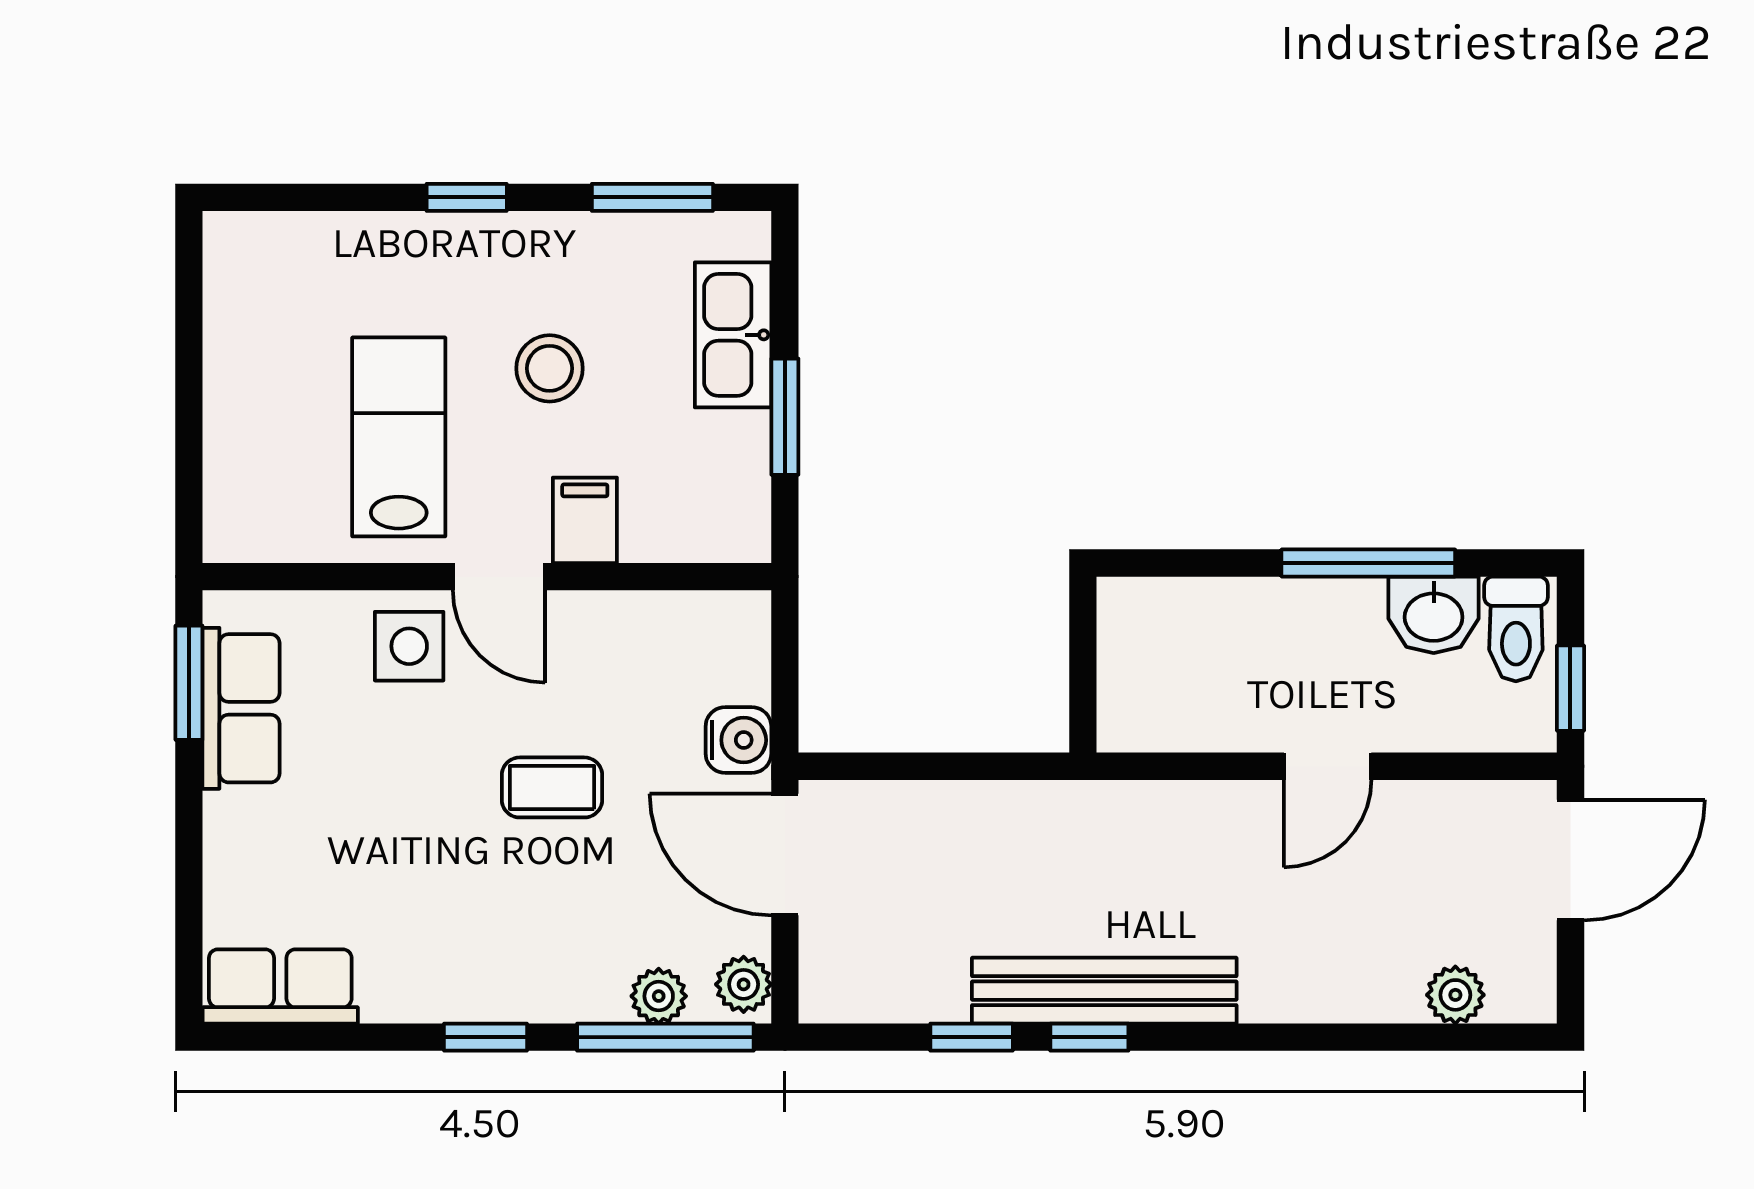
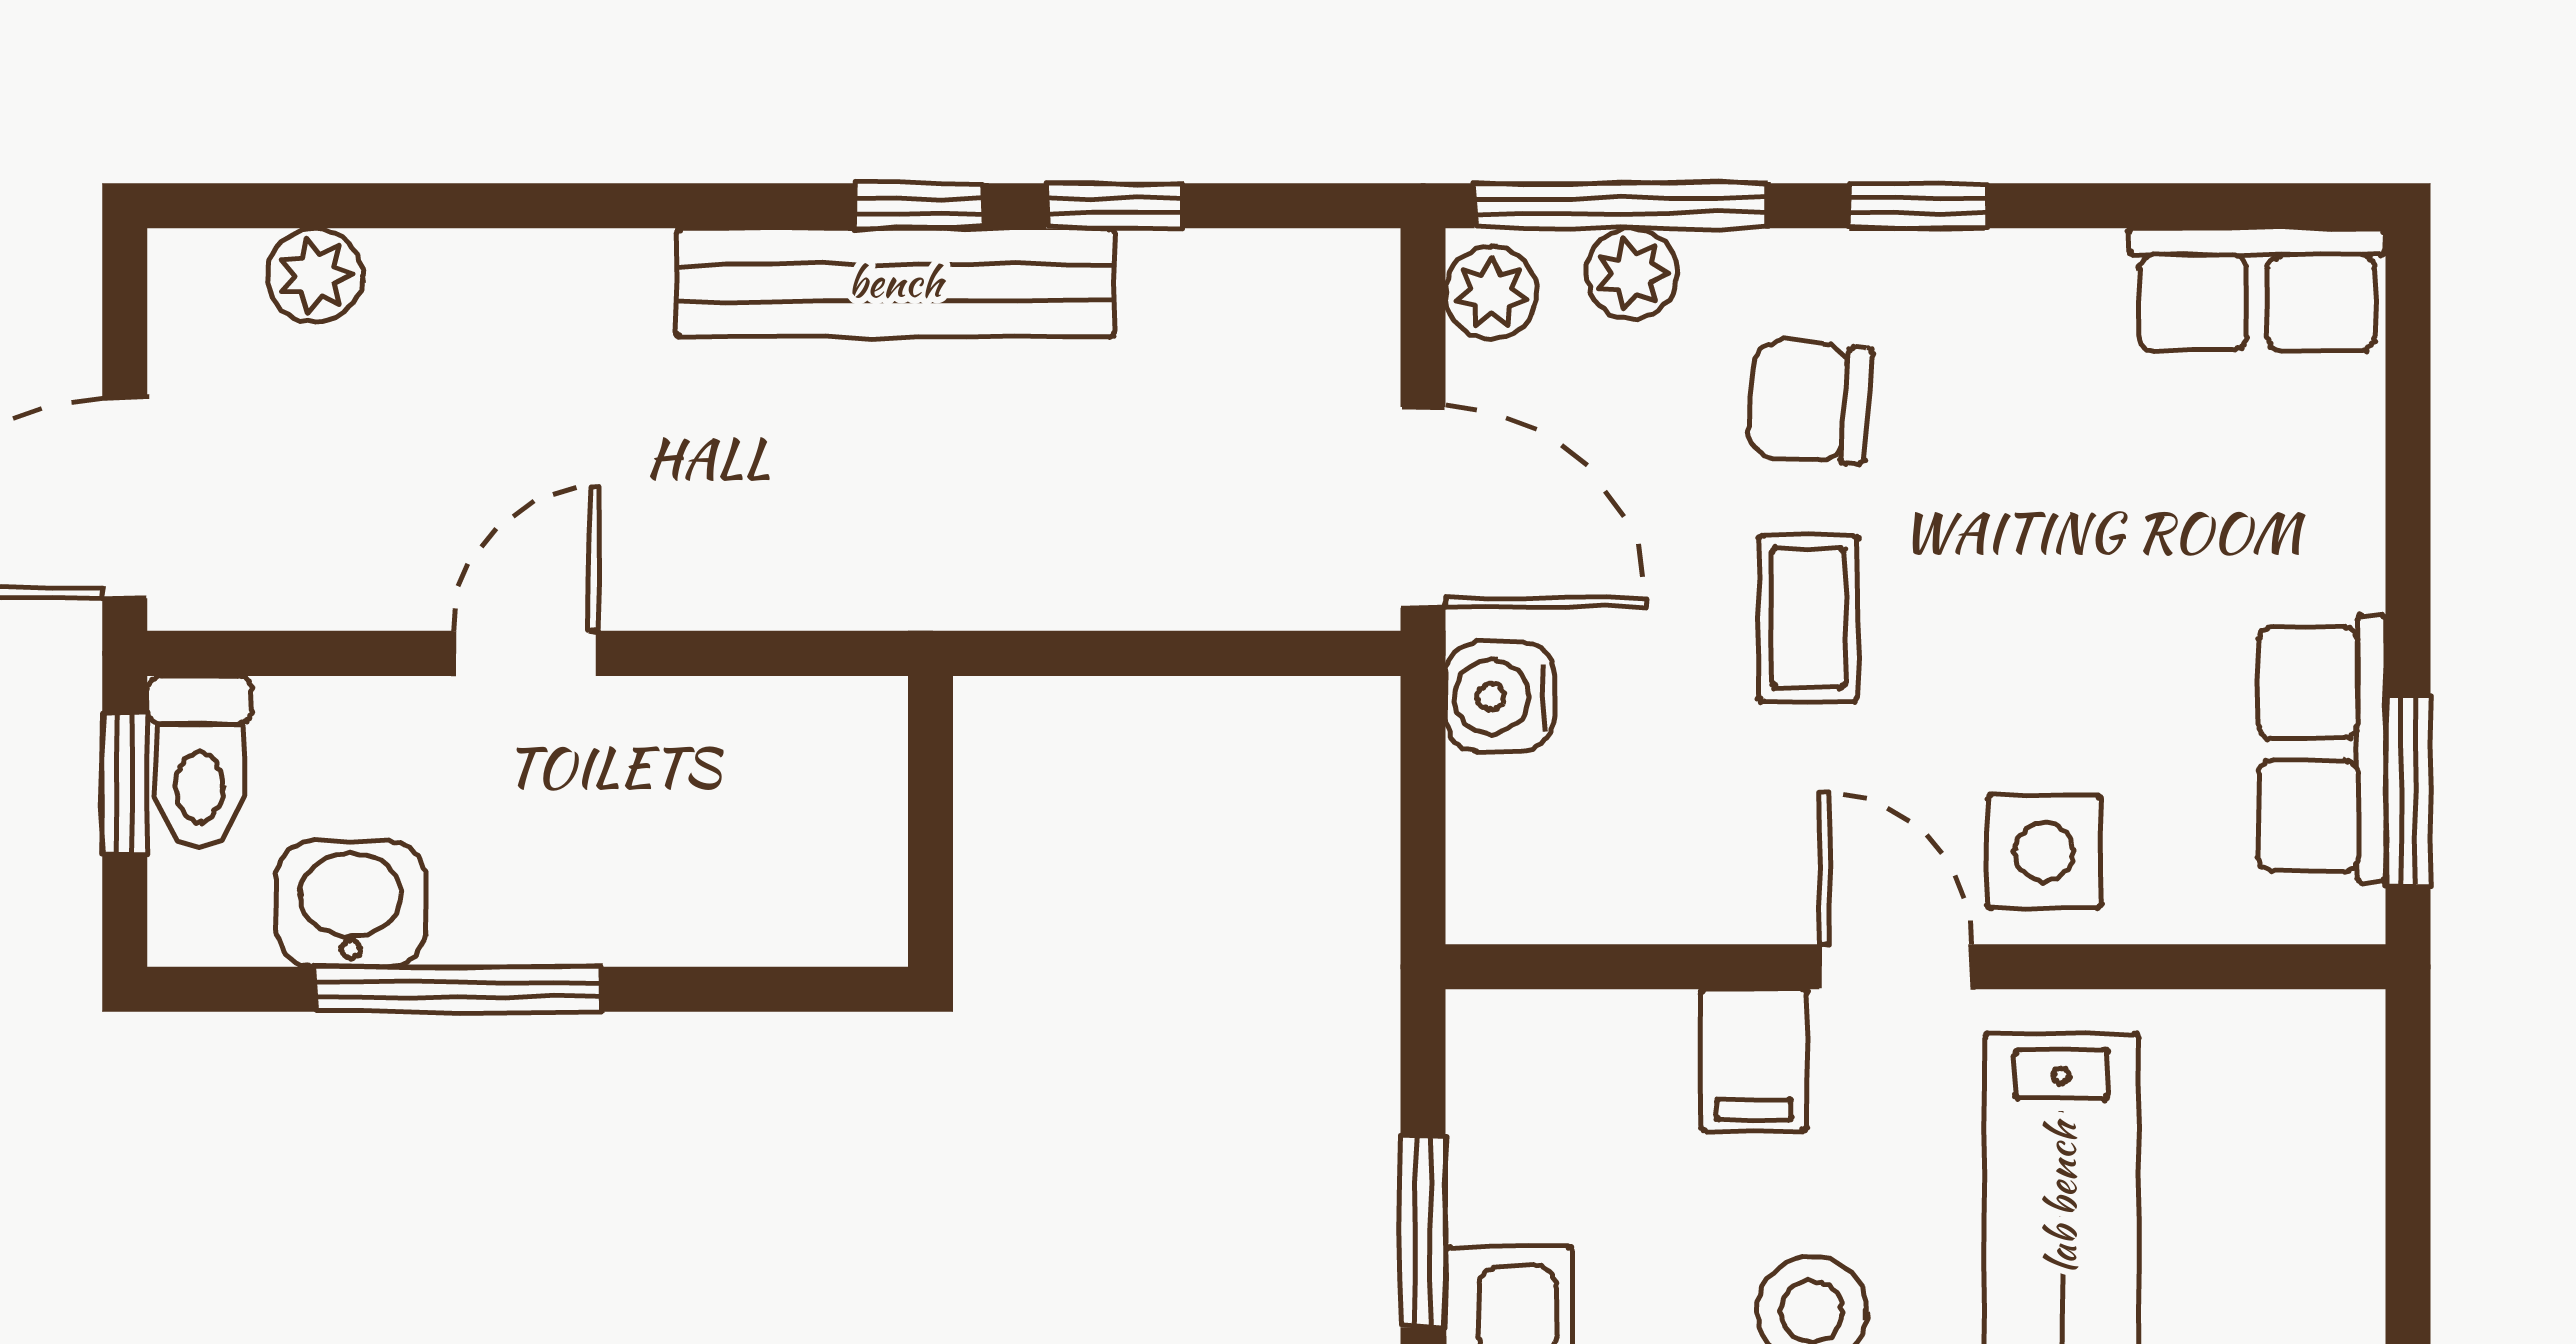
toilet: (1516, 629) -> (200, 762), moved, turned 180
coffee table: (552, 787) -> (1808, 618), turned 90
chair: (551, 918) -> (1809, 402), added

